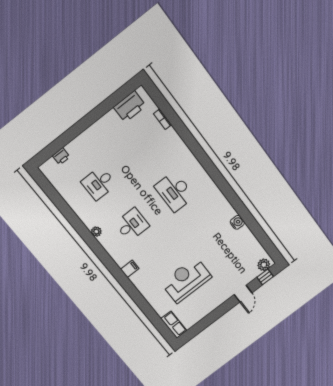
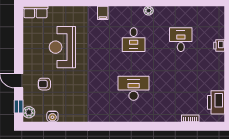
printer: (61, 156) -> (219, 46), moved
water cooler: (237, 222) -> (52, 116), moved
armchair: (230, 271) -> (44, 84), added
reception desk: (186, 280) -> (62, 47), turned 180

